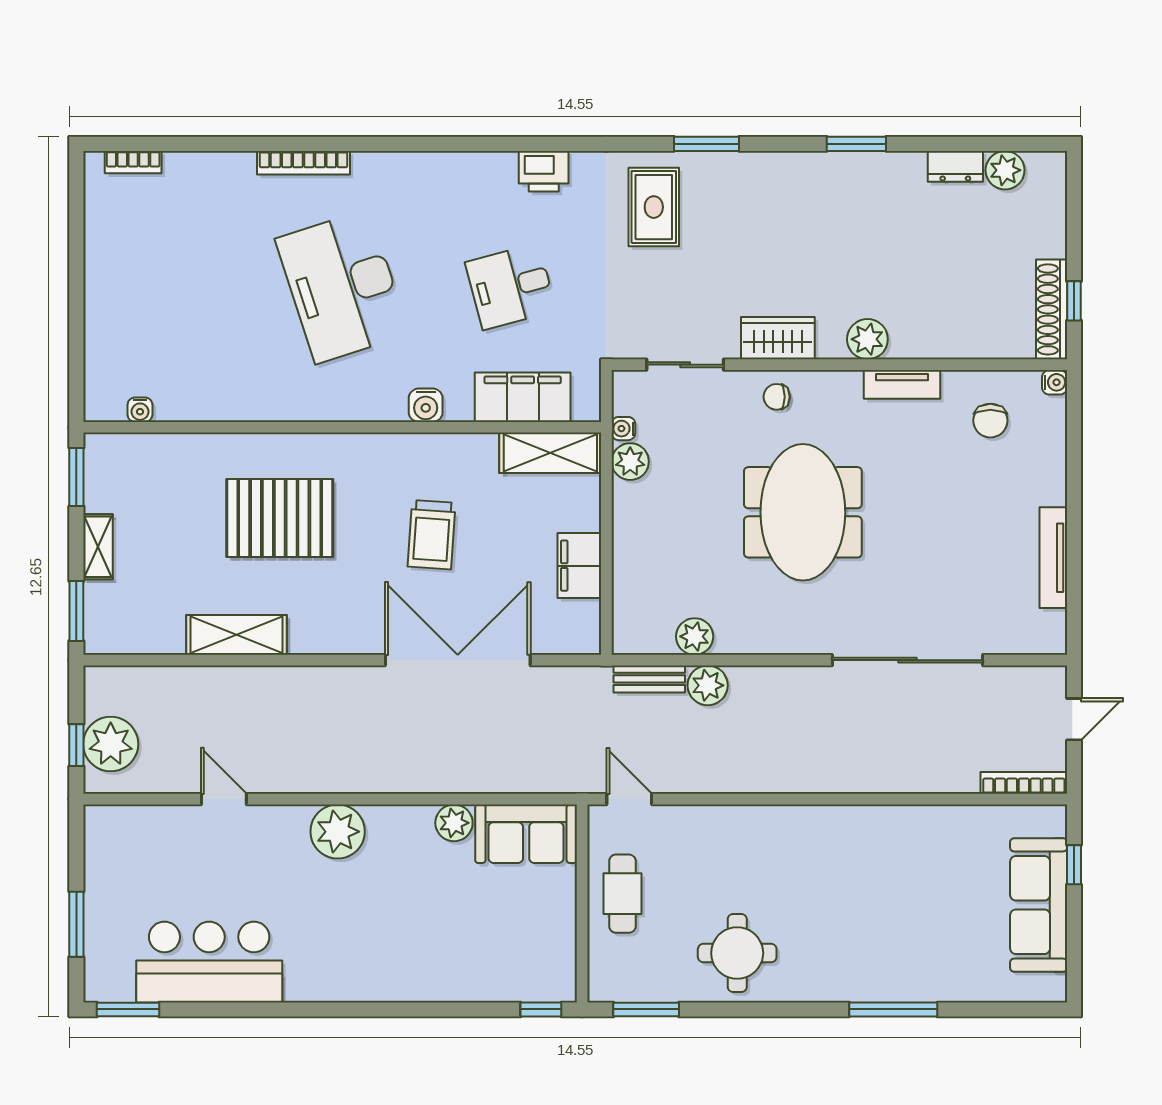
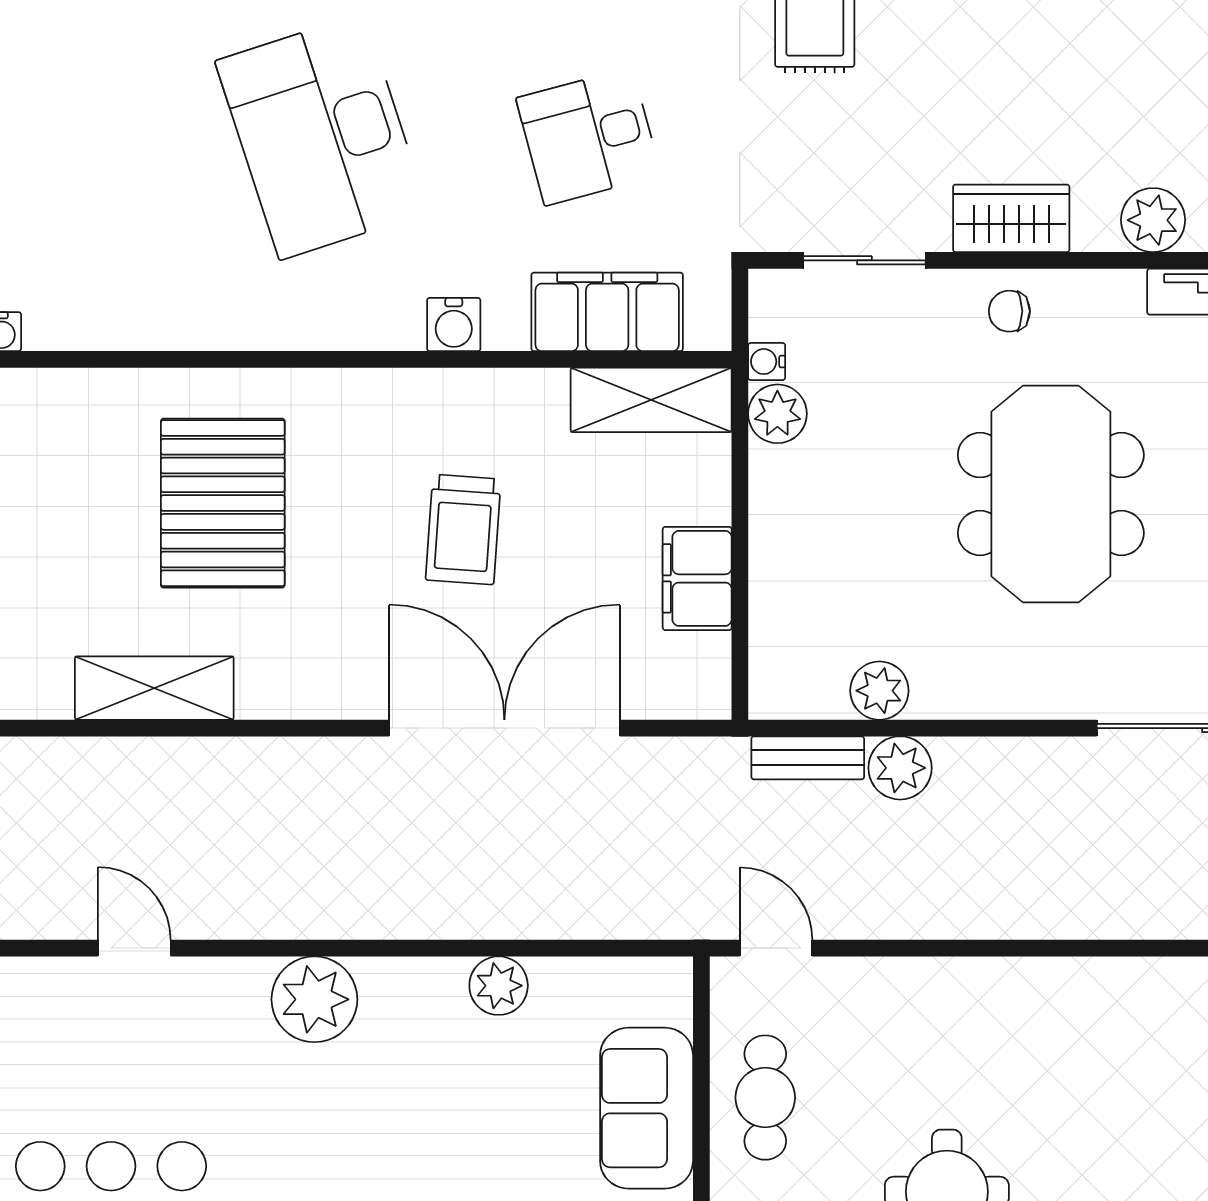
pallet: (280, 518) -> (223, 503), turned 90
sofa: (526, 834) -> (647, 1108), moved, turned 90

